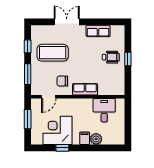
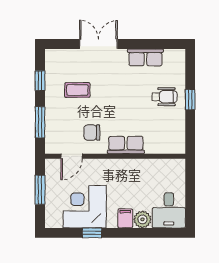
coffee table: (53, 53) -> (77, 90), width x0.54, depth x0.58
desk: (104, 110) -> (169, 210), moved, turned 180

